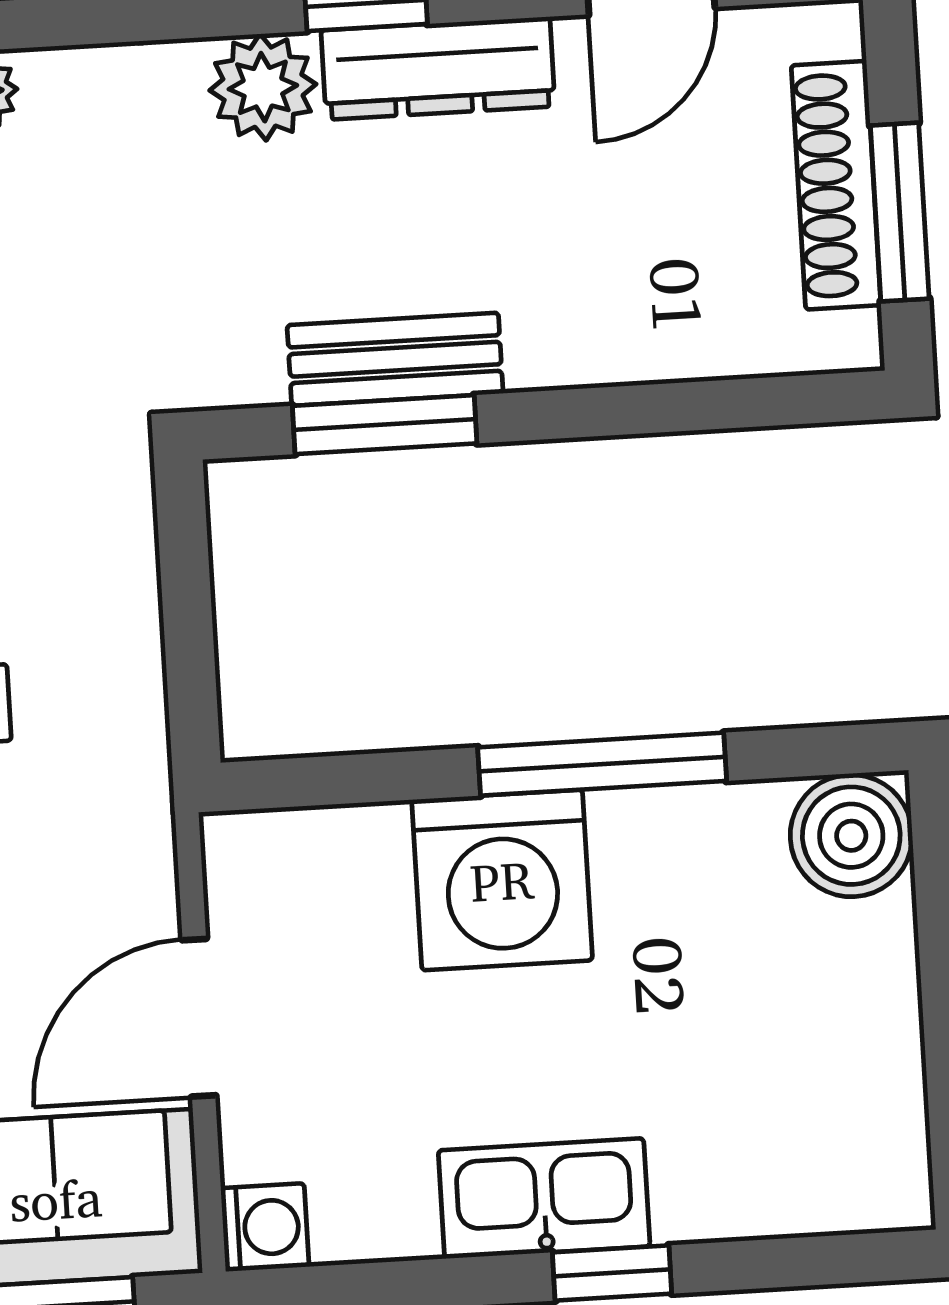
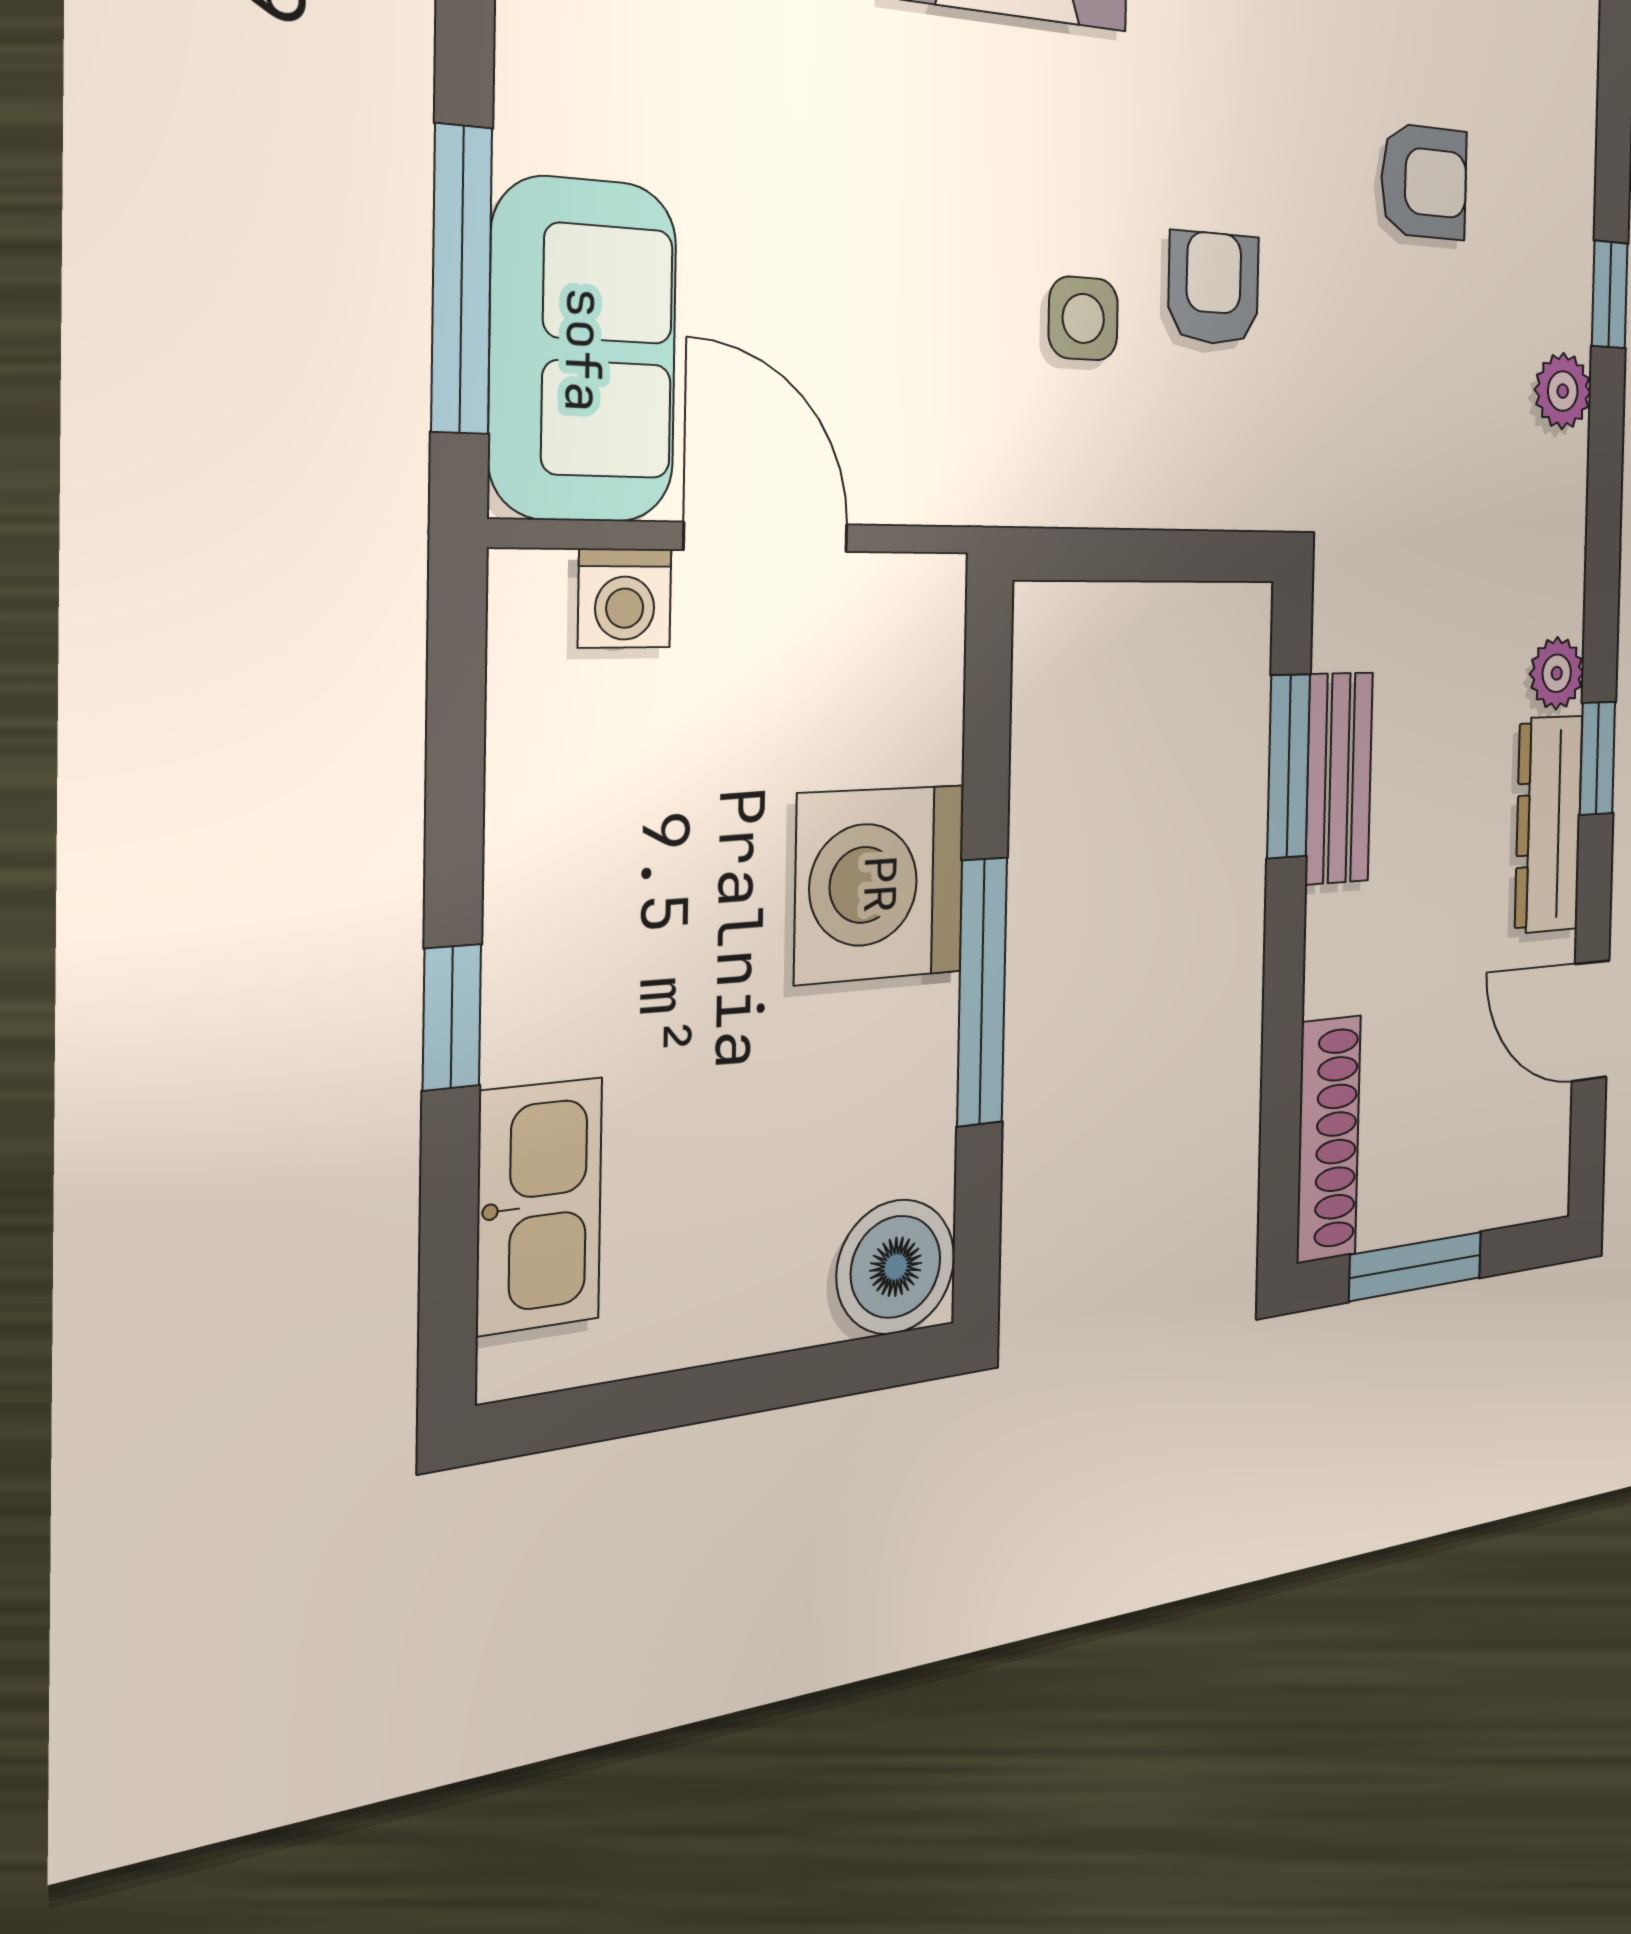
plant: (263, 87) -> (1557, 673), width x0.73, depth x0.73
shoe rack: (836, 185) -> (1329, 1139), moved, turned 90
kitchen sink: (544, 1198) -> (540, 1206), moved
washing machine: (265, 1227) -> (625, 598), moved

